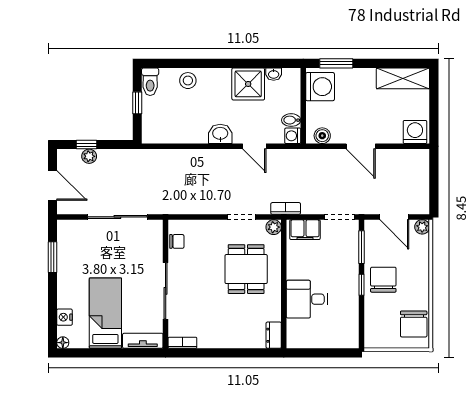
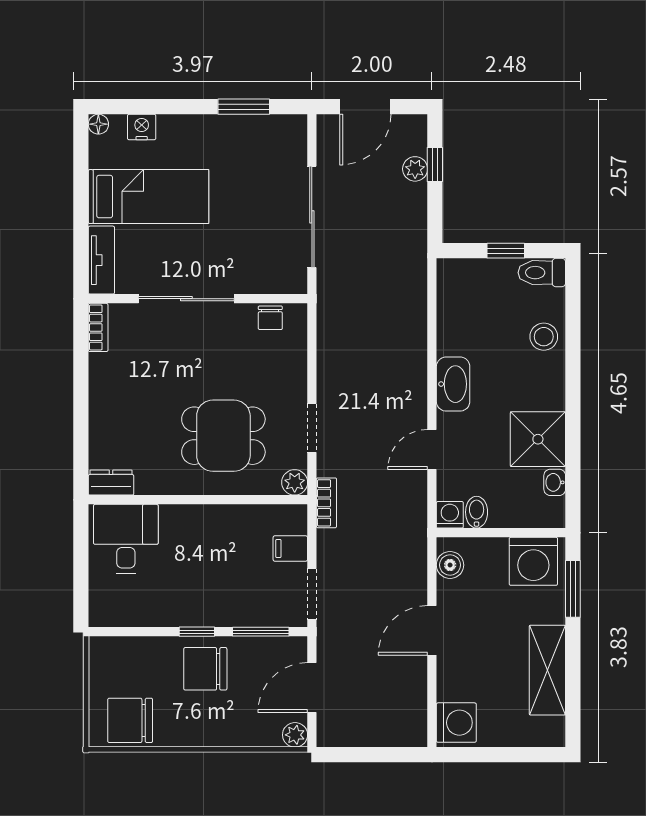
shelving: (403, 78) -> (547, 670), moved
washbasin: (220, 134) -> (453, 384), width x1.38
filing cabinet: (305, 230) -> (290, 549), width x0.50
chair: (383, 280) -> (205, 669), turned 180
desk: (307, 299) -> (126, 539), moved

